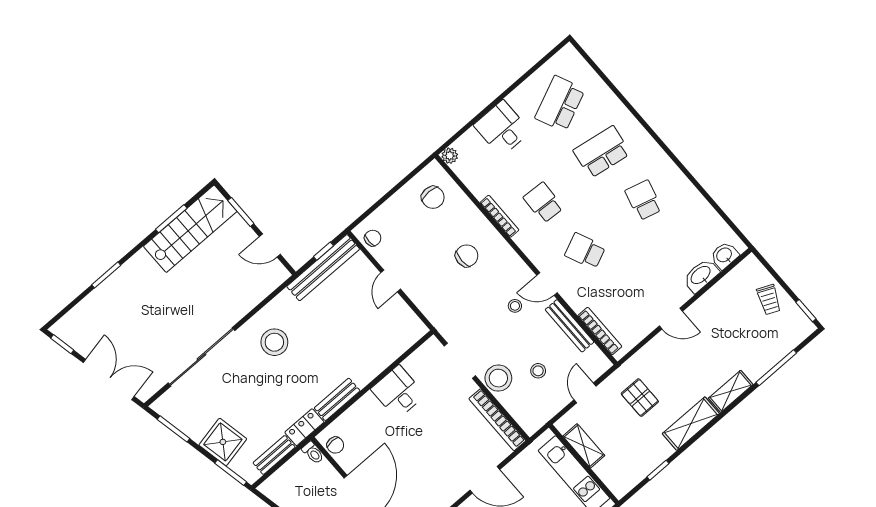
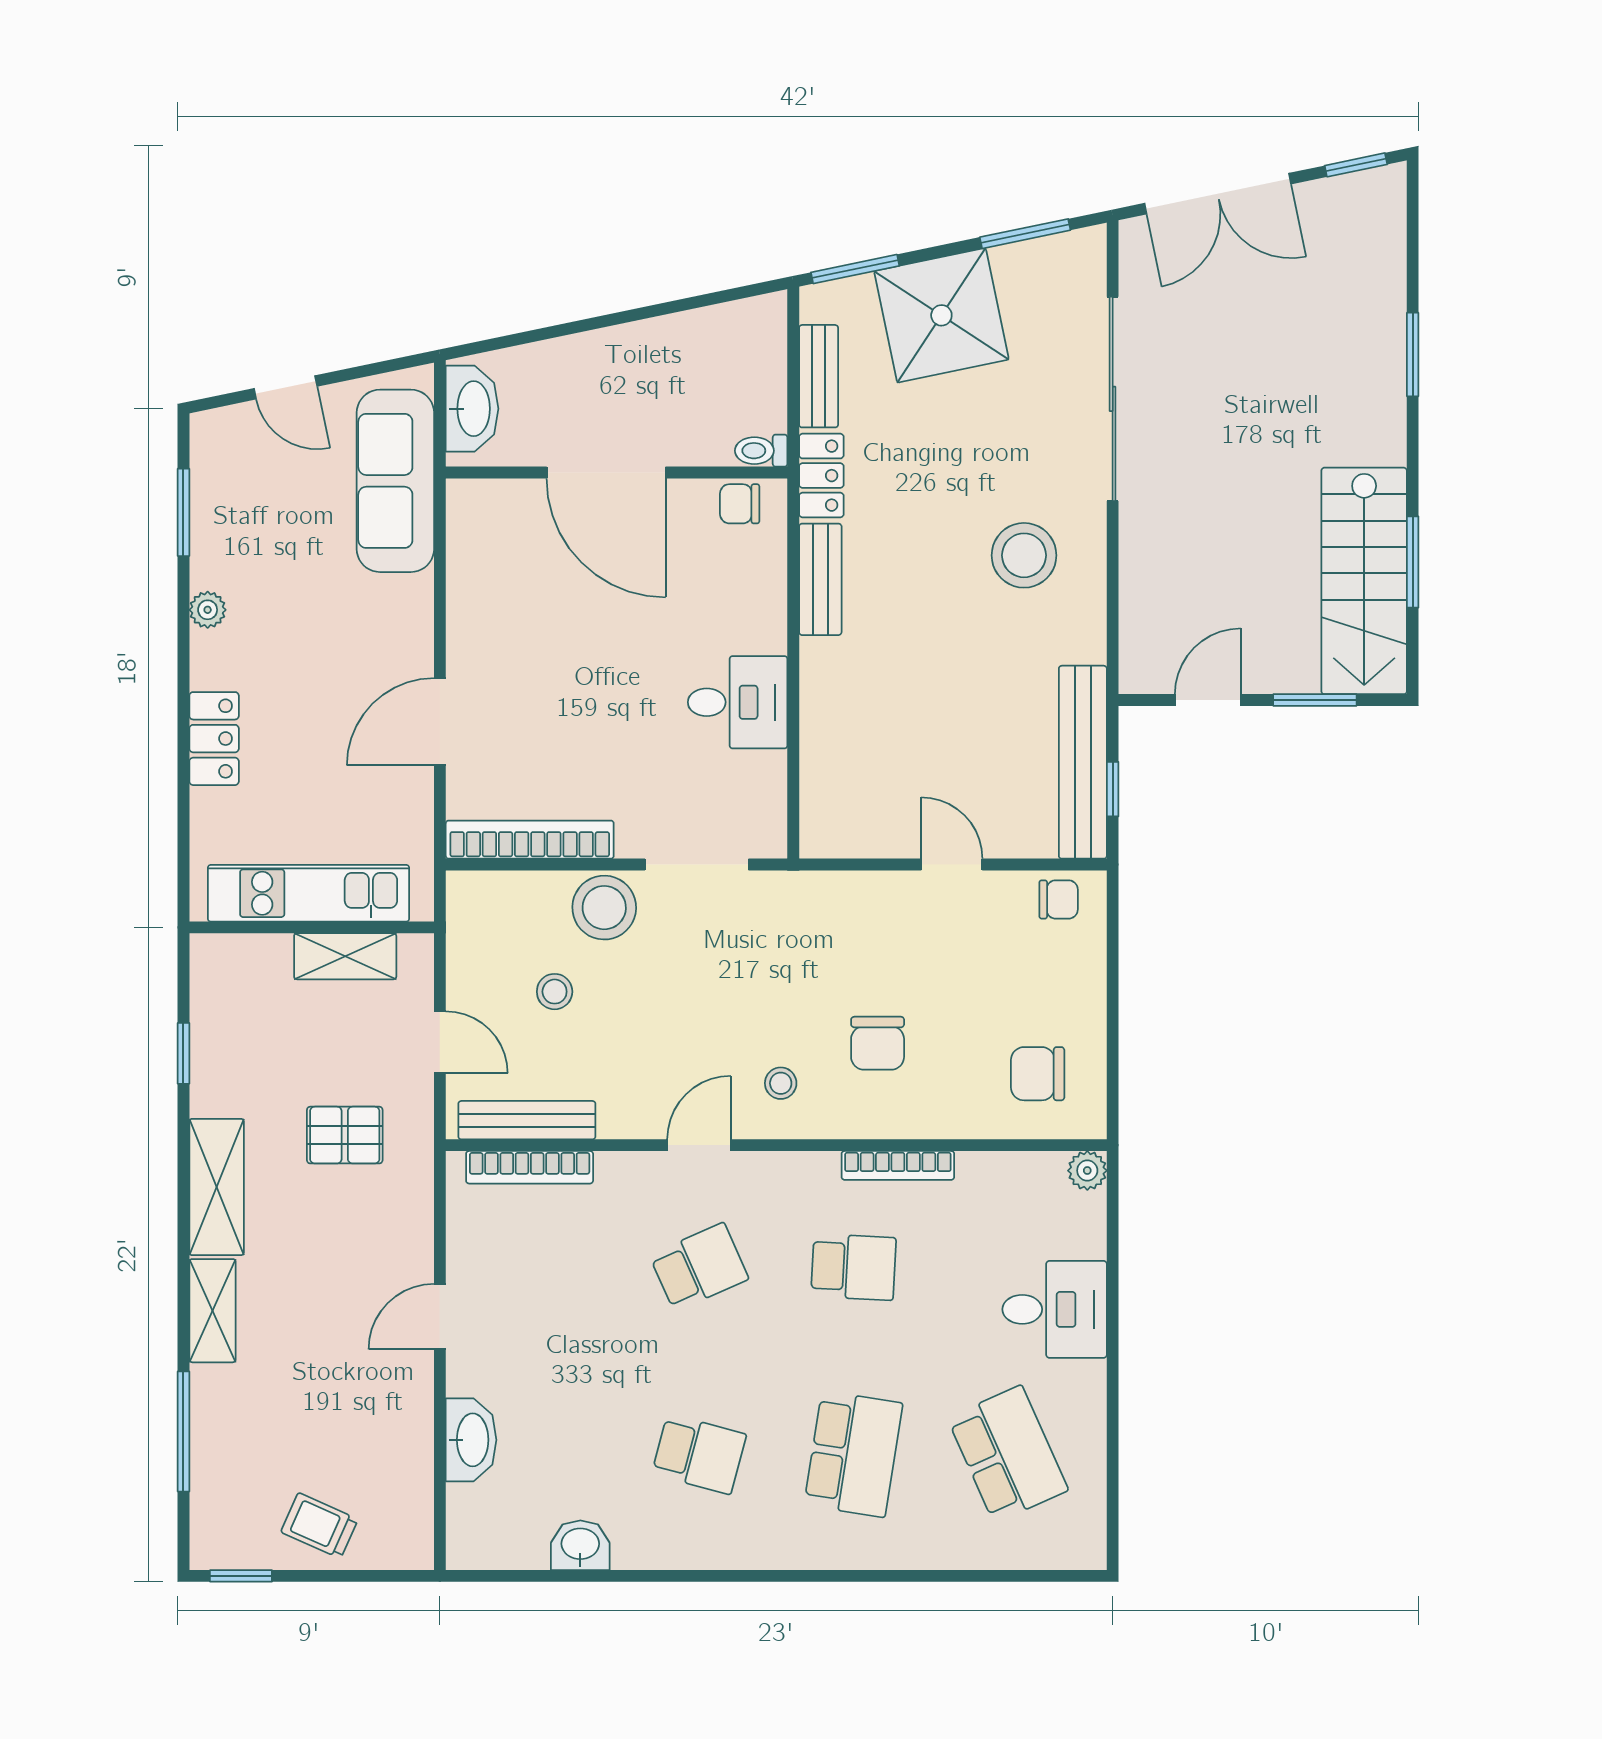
chair: (373, 238) -> (1059, 899), turned -90
washbasin: (724, 255) -> (580, 1545), moved, turned -90
stool: (515, 306) -> (781, 1083), moved
bench: (570, 326) -> (527, 1120), moved
shower: (223, 442) -> (941, 315), width x1.37, depth x1.37

